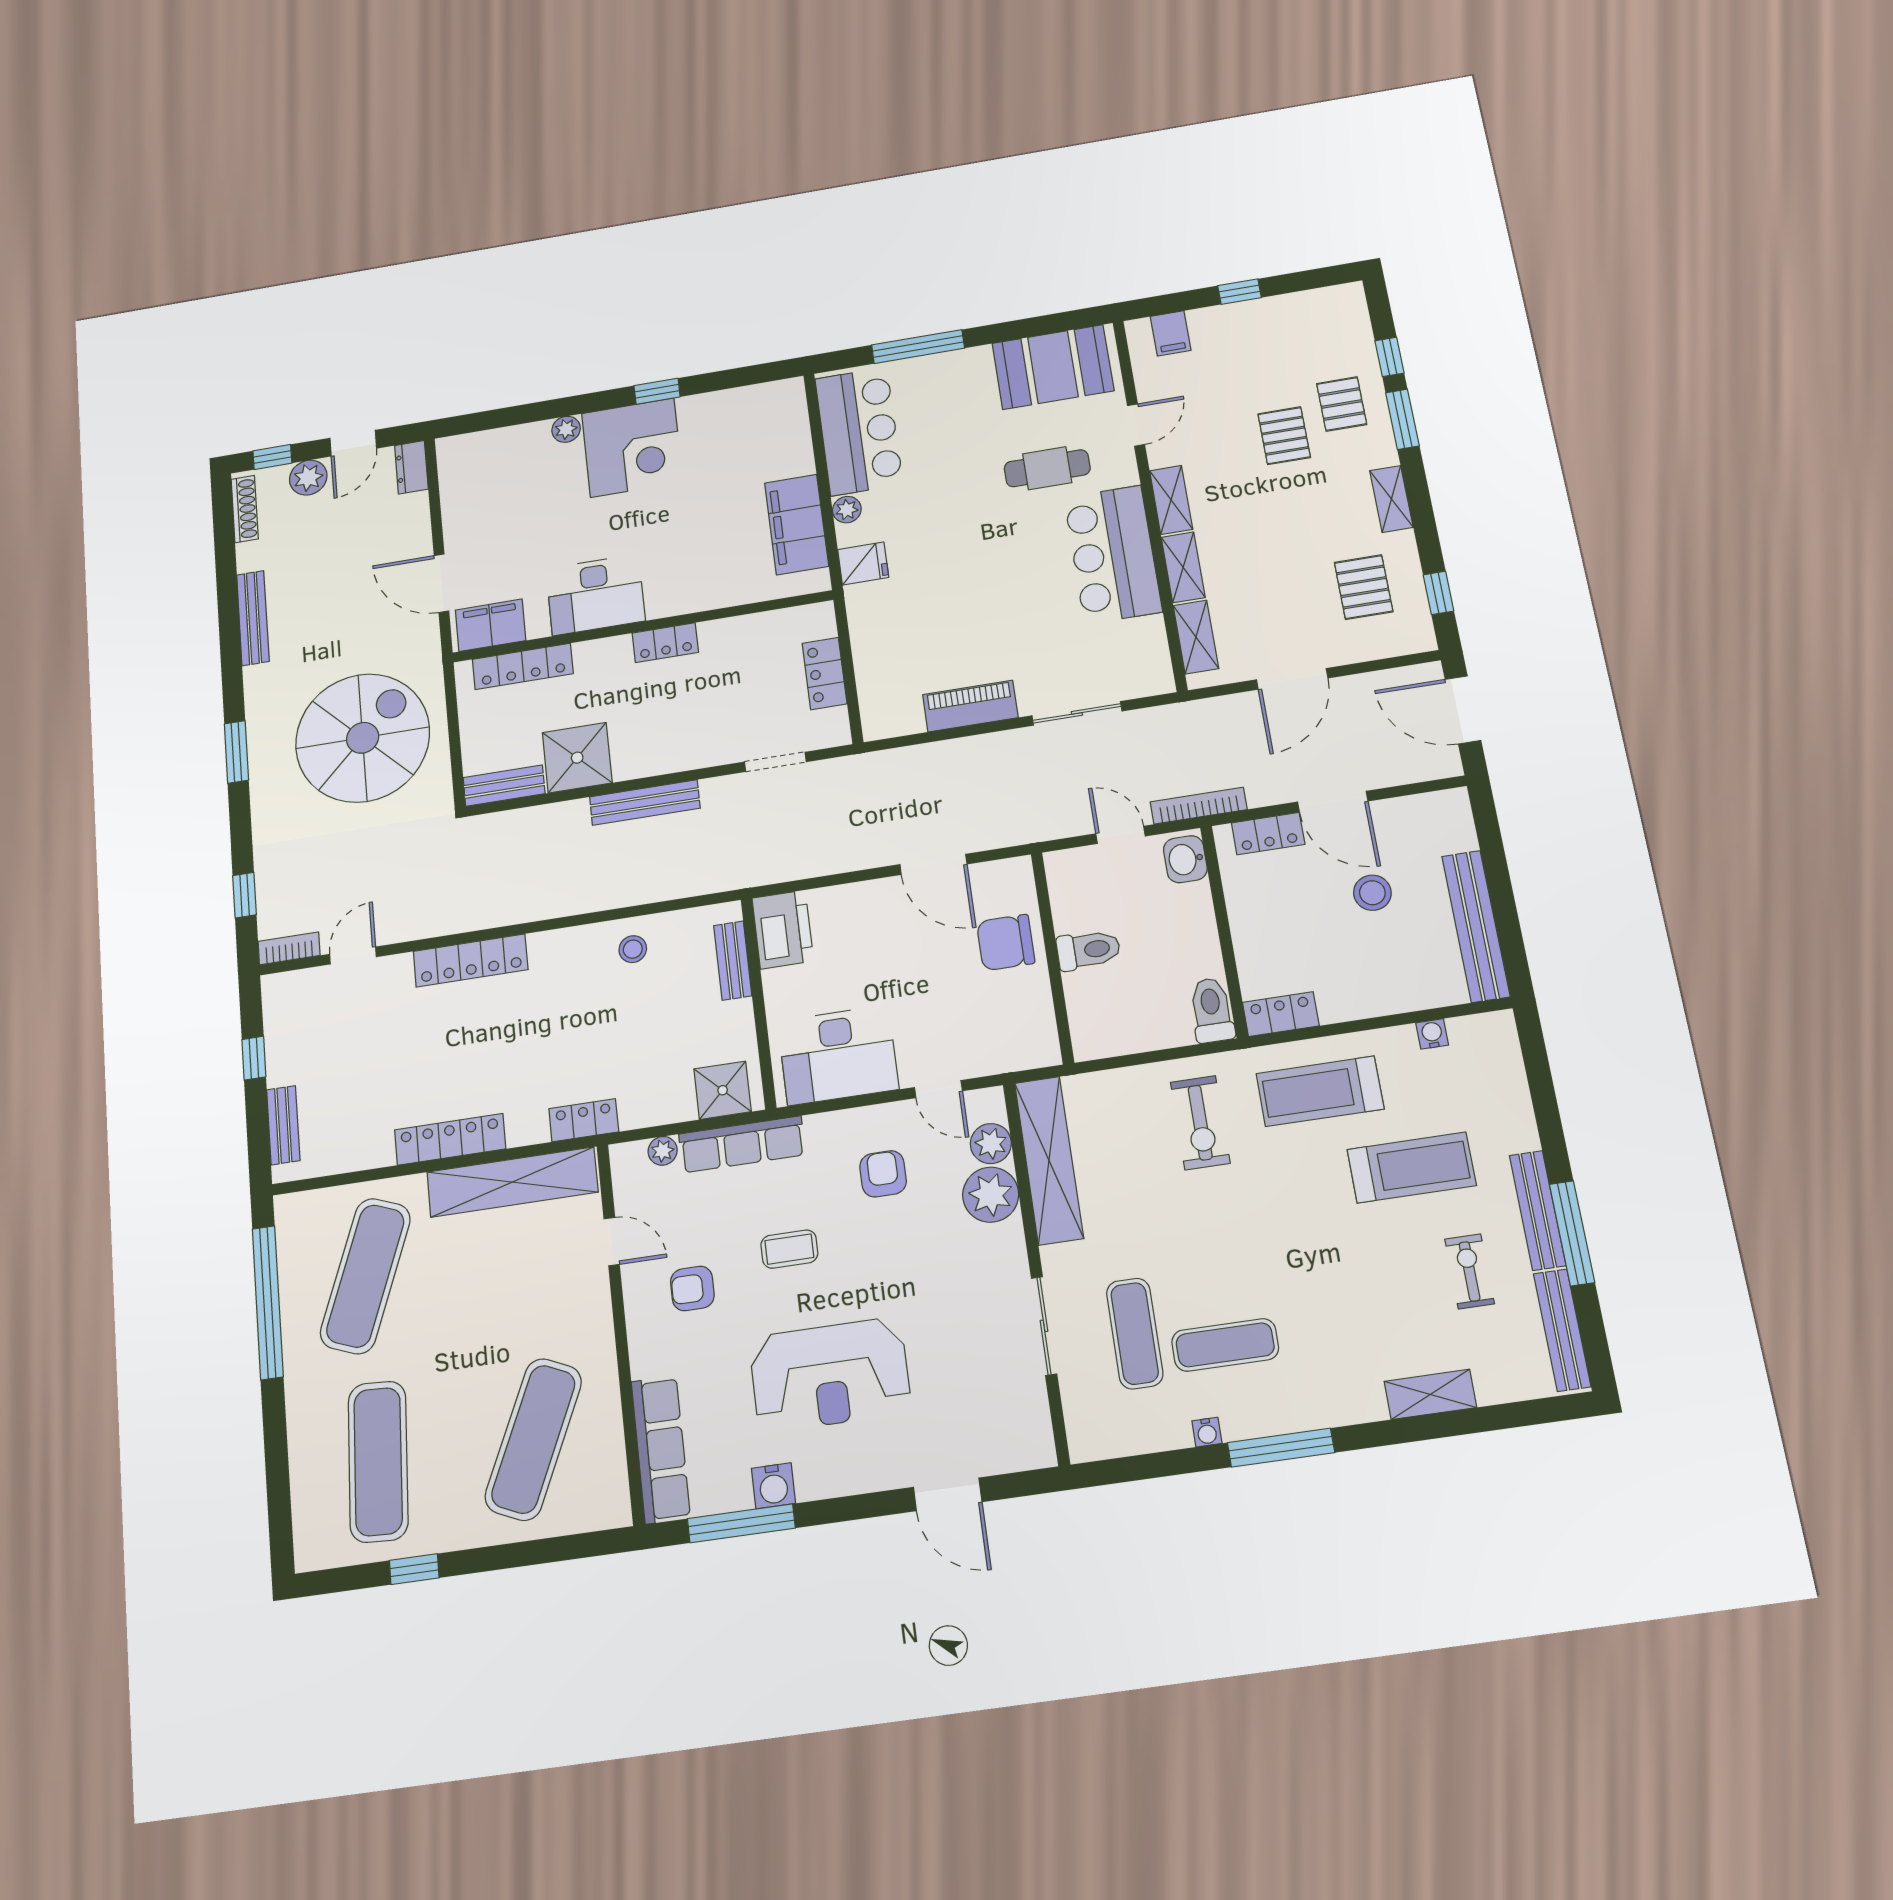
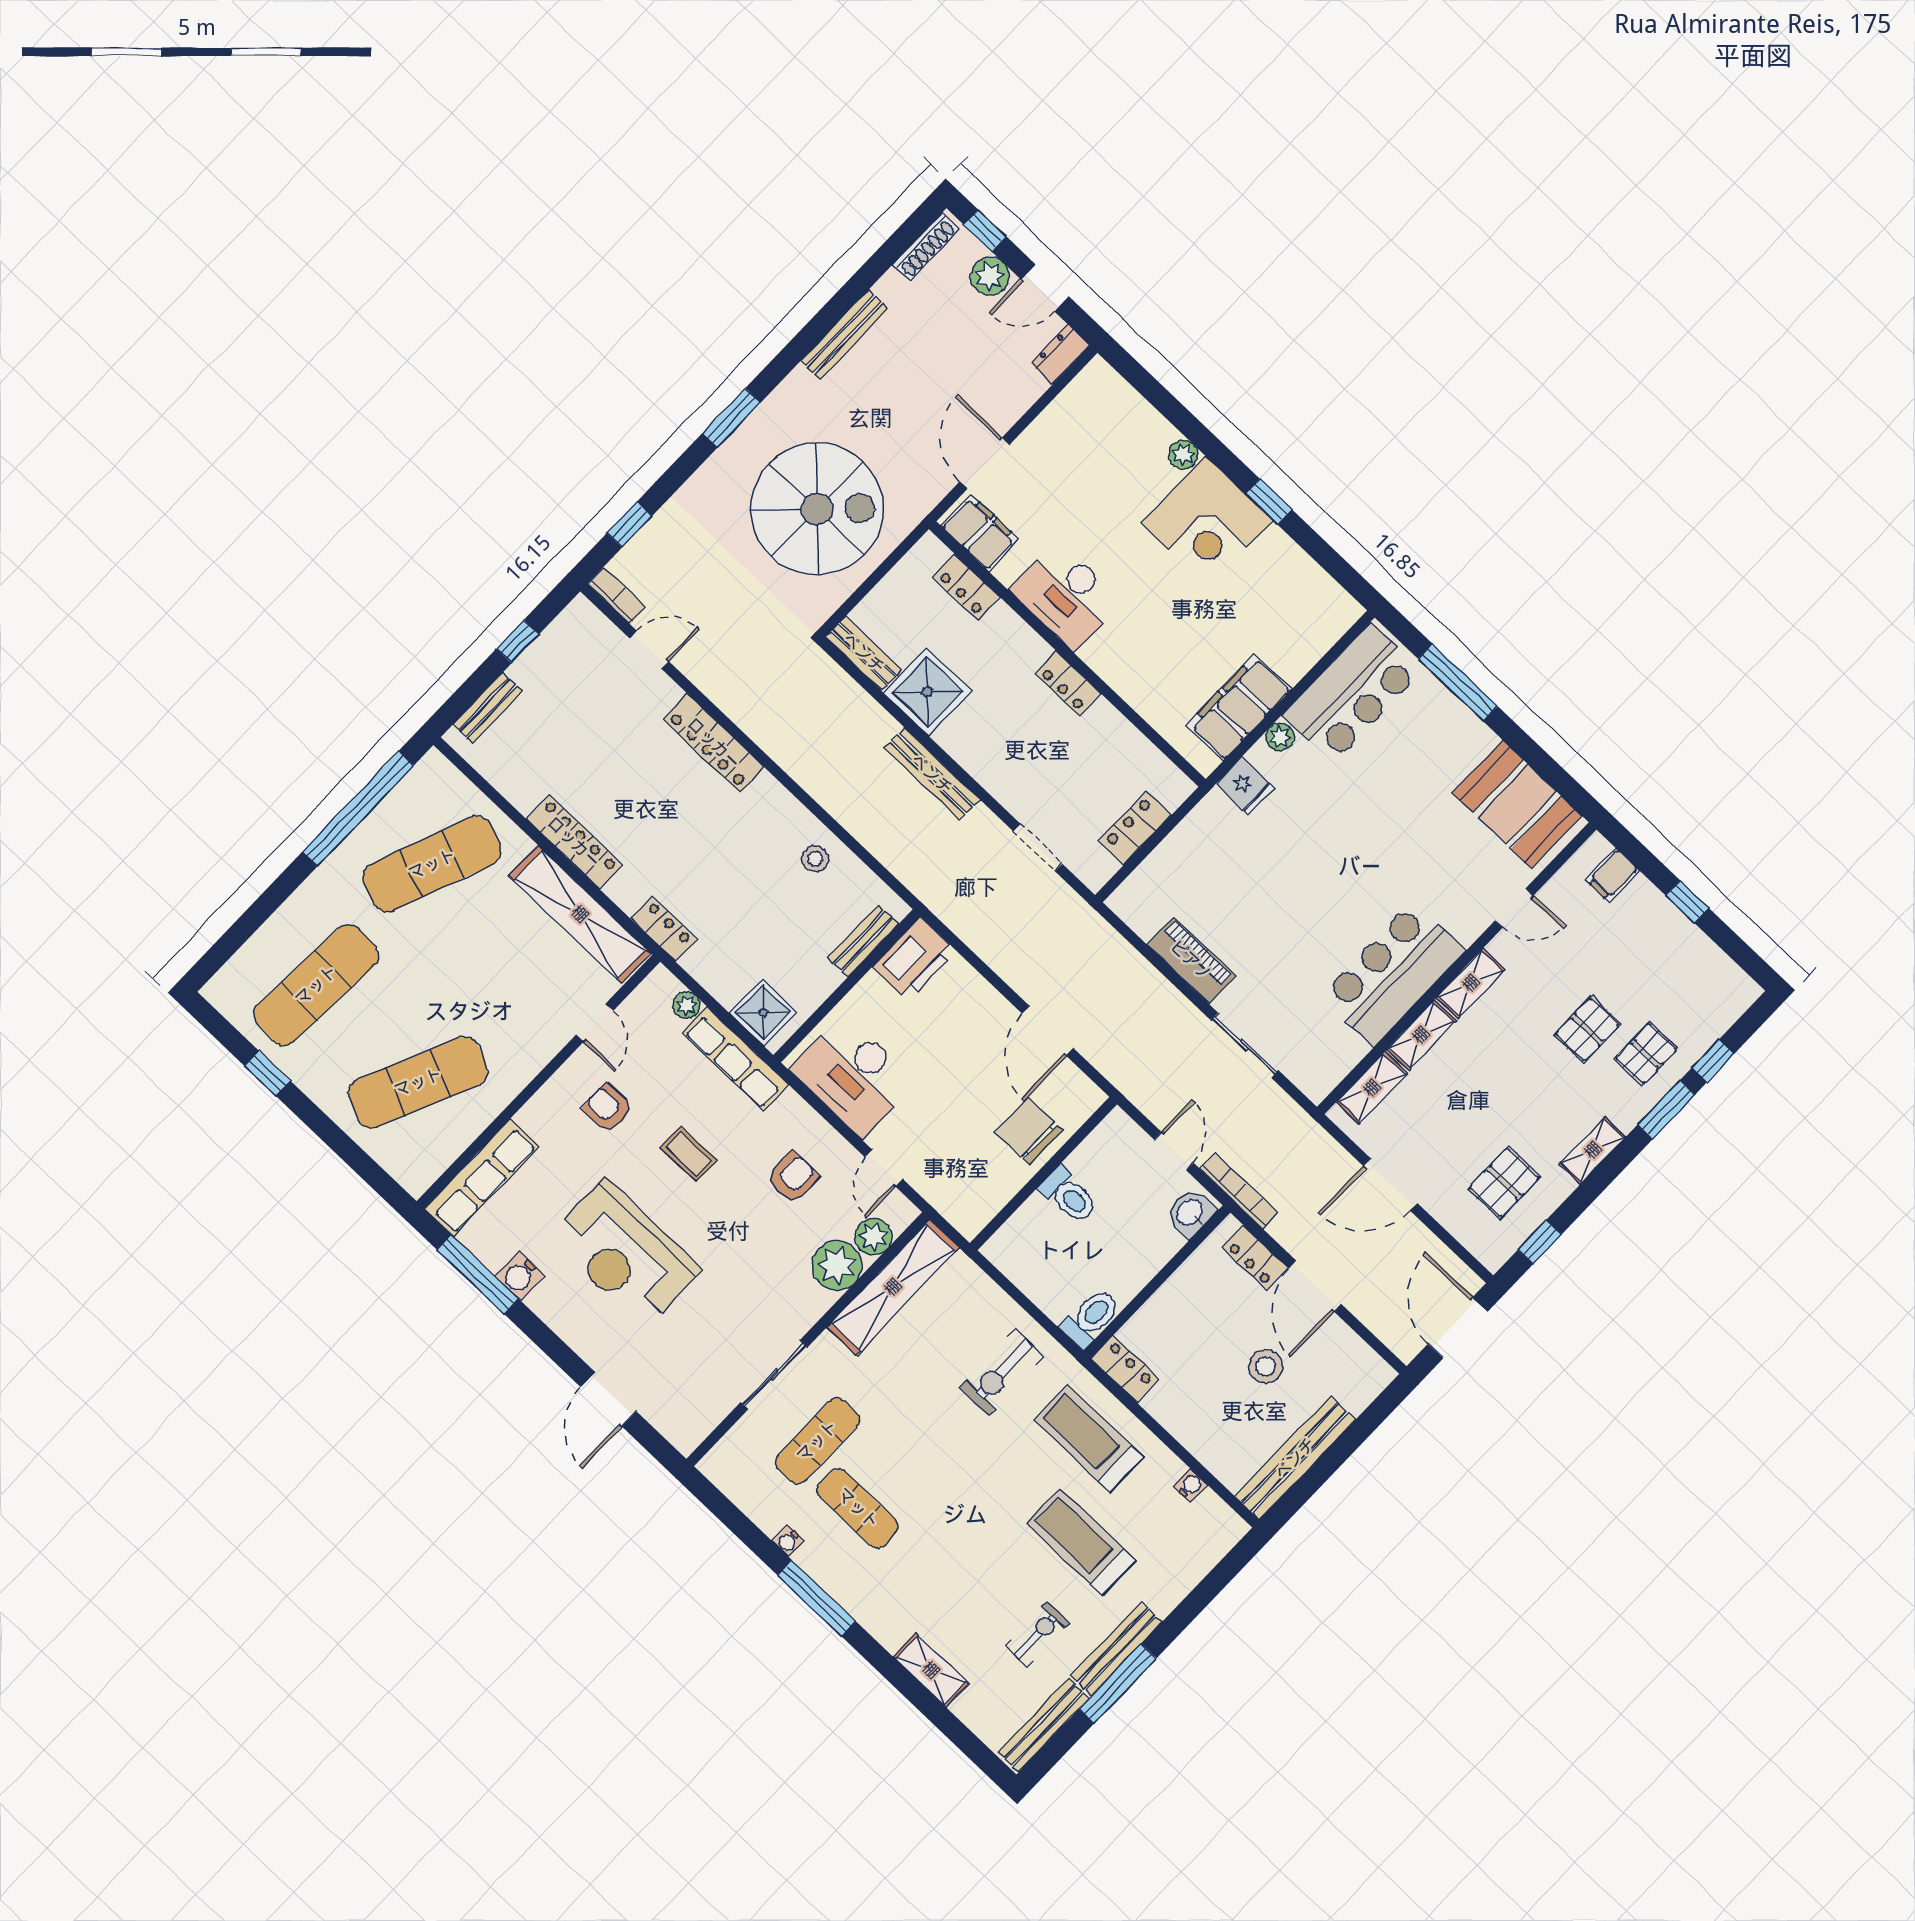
cafe table: (1047, 468) -> (1428, 867), removed
locker: (523, 666) -> (966, 587), width x0.66
treadmill: (1412, 1168) -> (1081, 1542), turned 180

